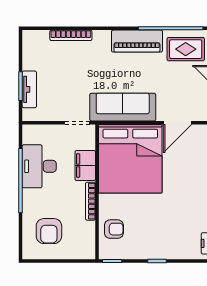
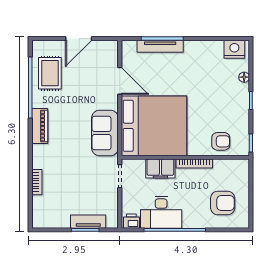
bookcase: (71, 35) -> (37, 182), width x0.64
piano: (137, 41) -> (40, 126), width x0.73, depth x0.75
sofa: (123, 107) -> (105, 133), width x0.73
printer: (30, 135) -> (131, 221), added
armchair: (114, 229) -> (221, 141), turned 90
floor lamp: (181, 254) -> (244, 77), added

